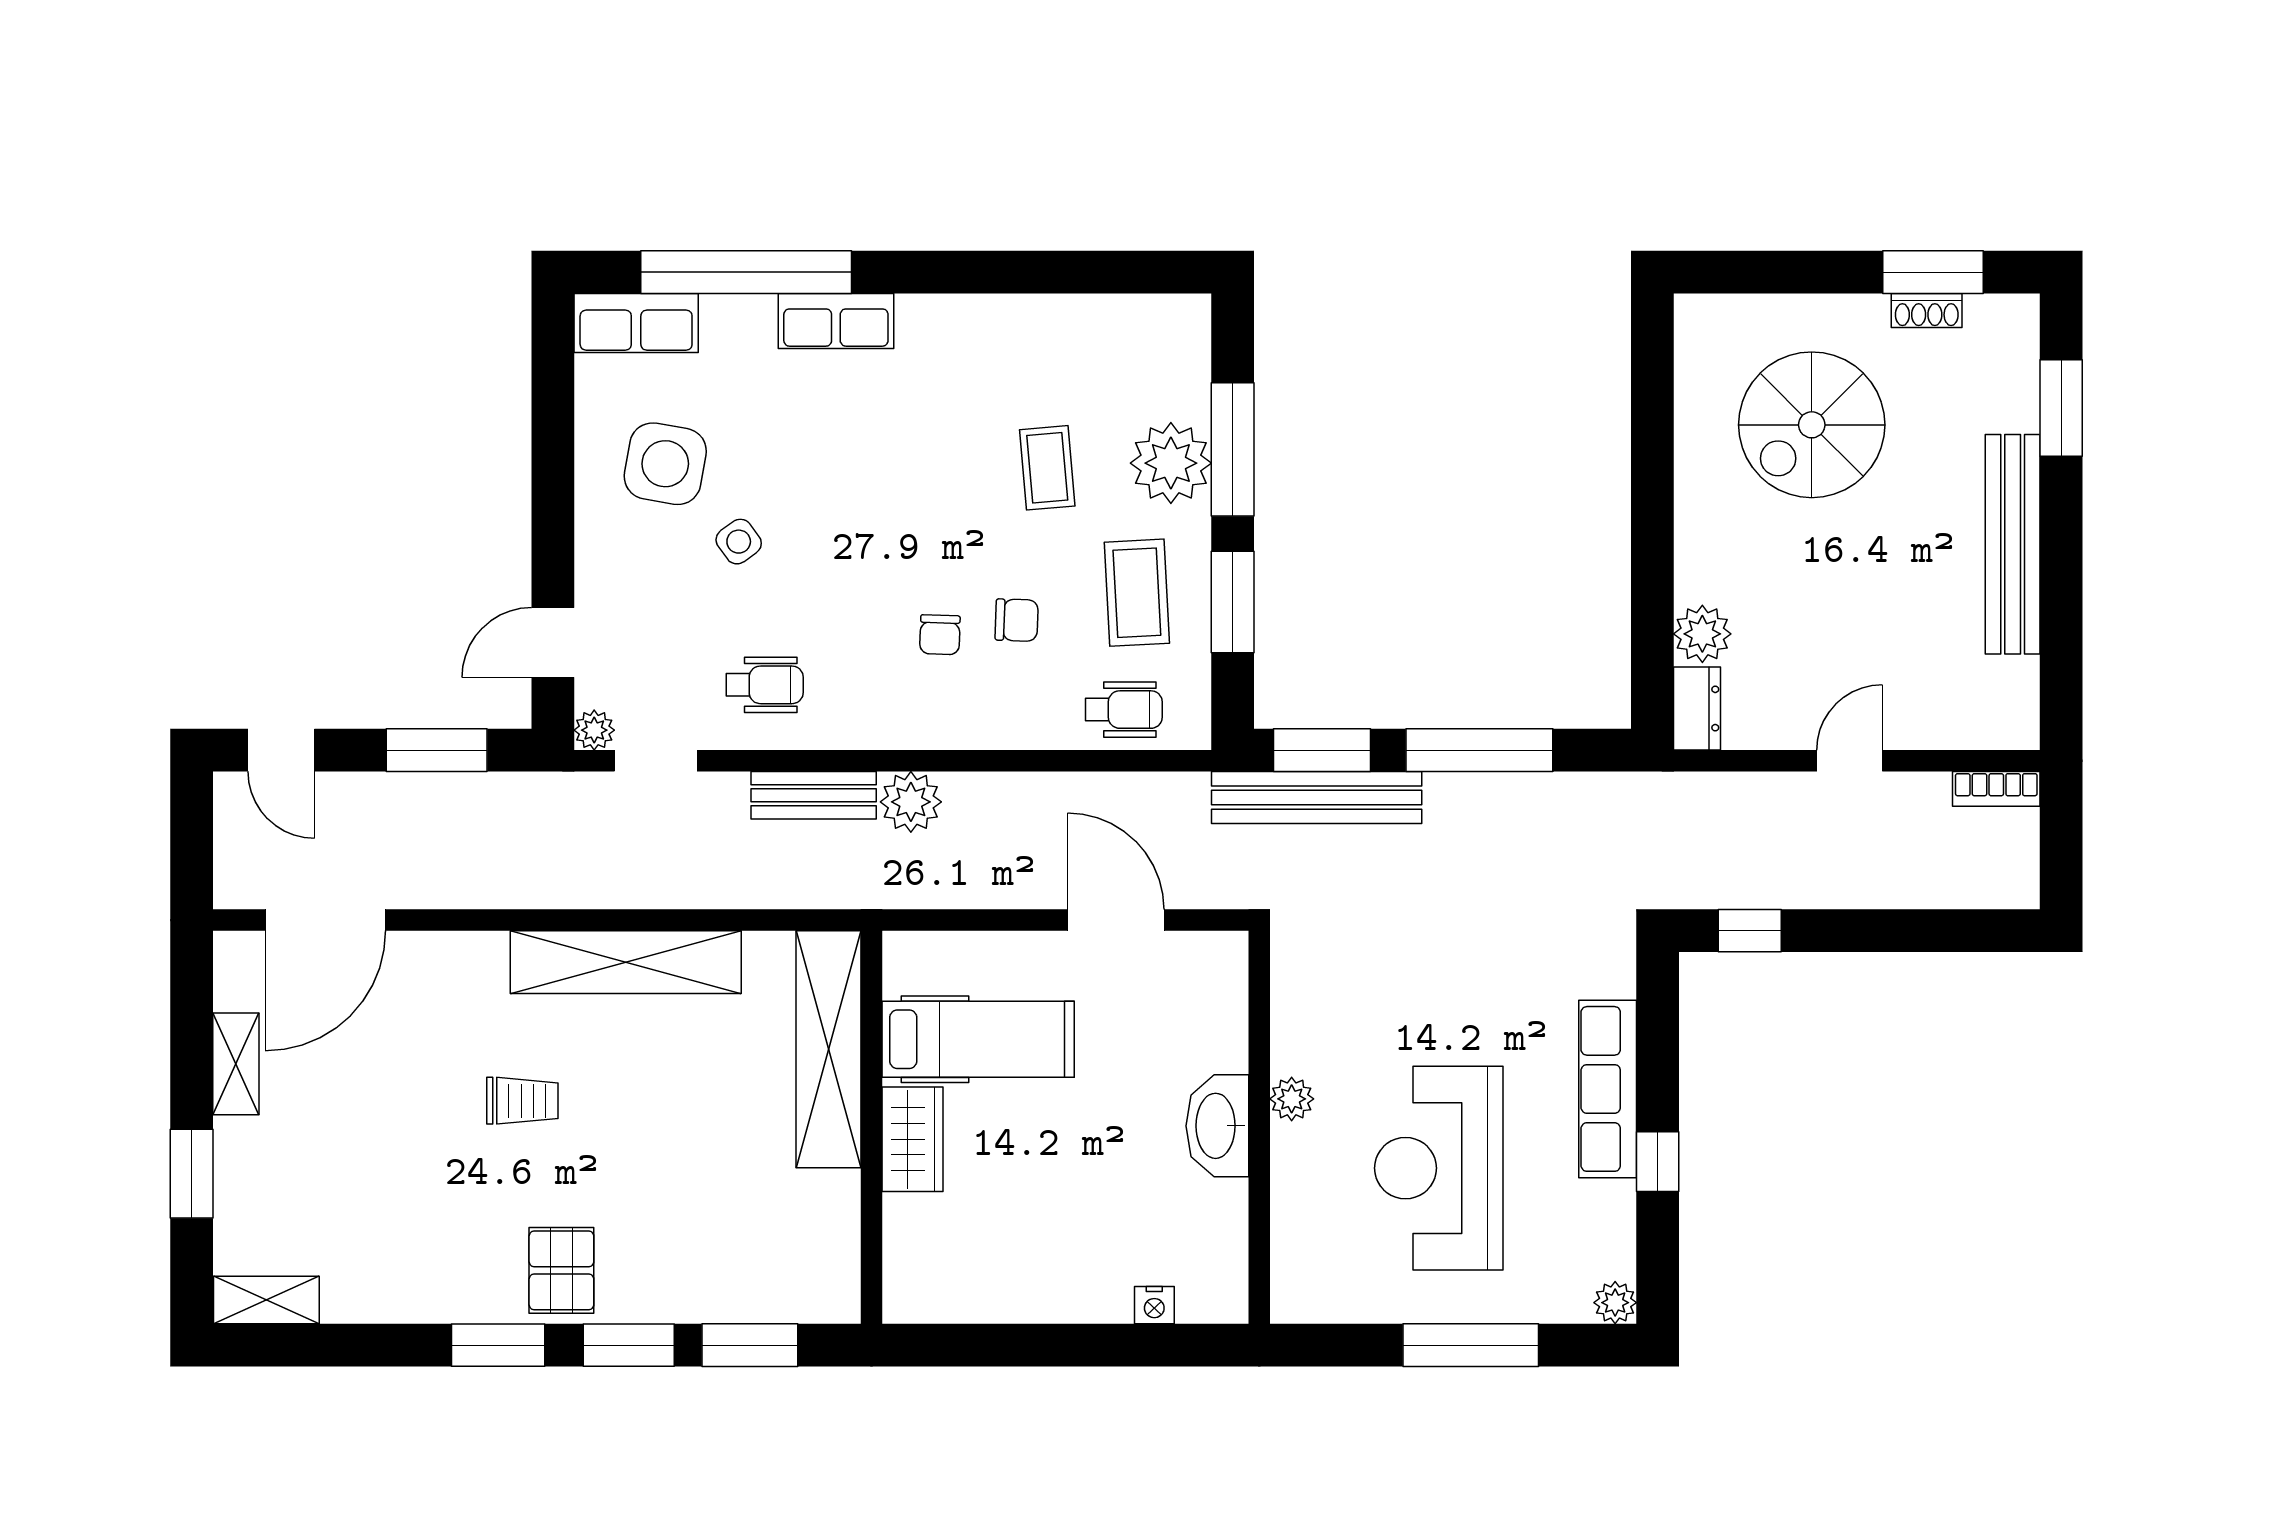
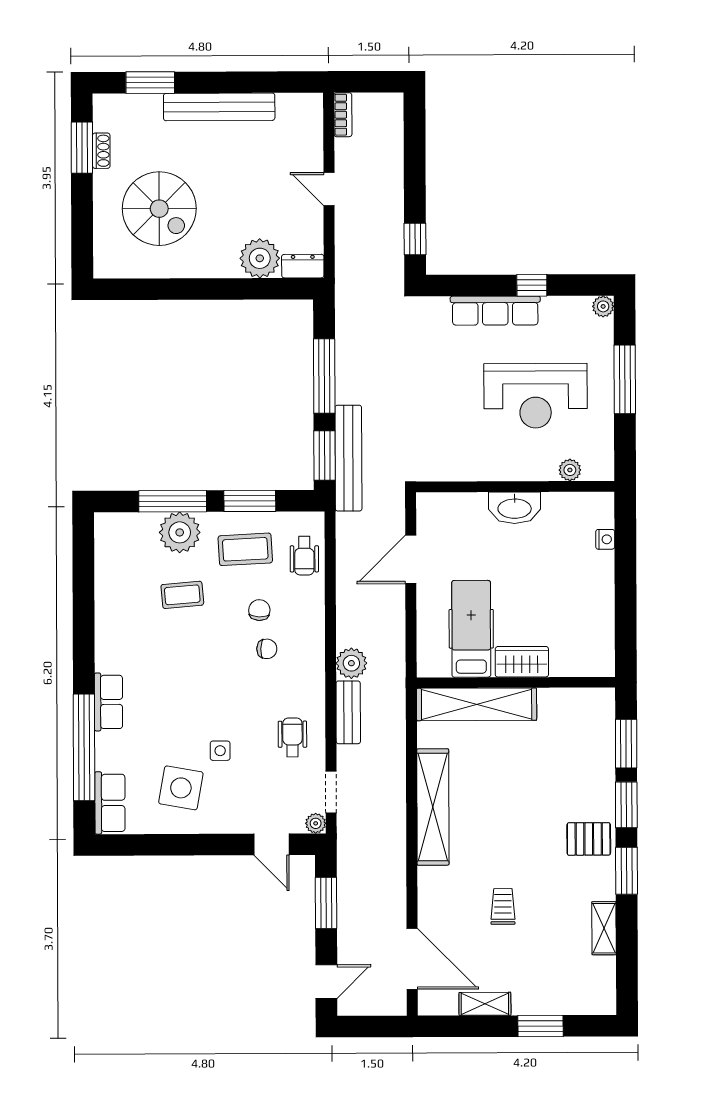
side table: (739, 542) -> (220, 751), turned 36
plant: (1702, 634) -> (260, 258), width x1.36, depth x1.36
wheelchair: (1124, 710) -> (304, 556), turned 180
plant: (1292, 1099) -> (570, 470), moved
trolley: (522, 1101) -> (503, 906), moved
shelving: (266, 1300) -> (604, 928), moved

